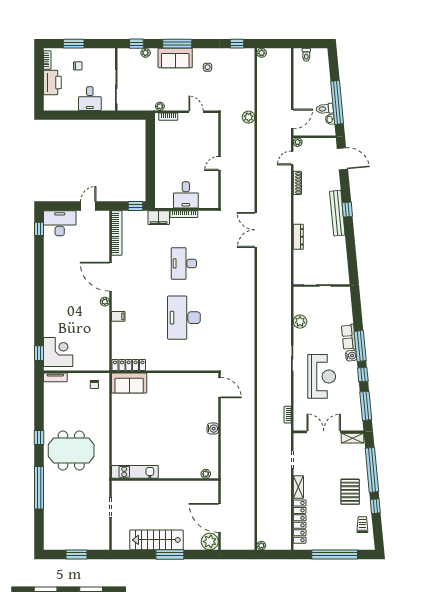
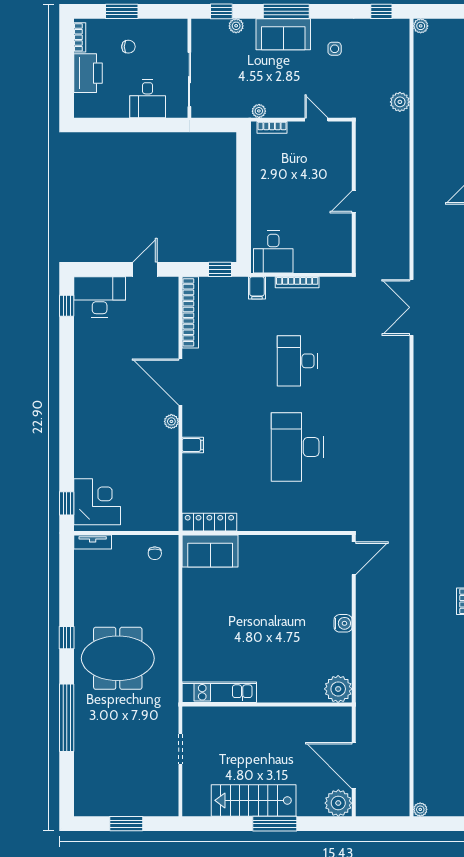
plant: (249, 117) -> (400, 102), moved
desk: (186, 195) -> (273, 252), moved
filing cabinet: (159, 218) -> (257, 288), width x0.50
door: (220, 388) -> (354, 558), hinge flipped
plant: (206, 474) -> (338, 689), width x1.88, depth x1.88

